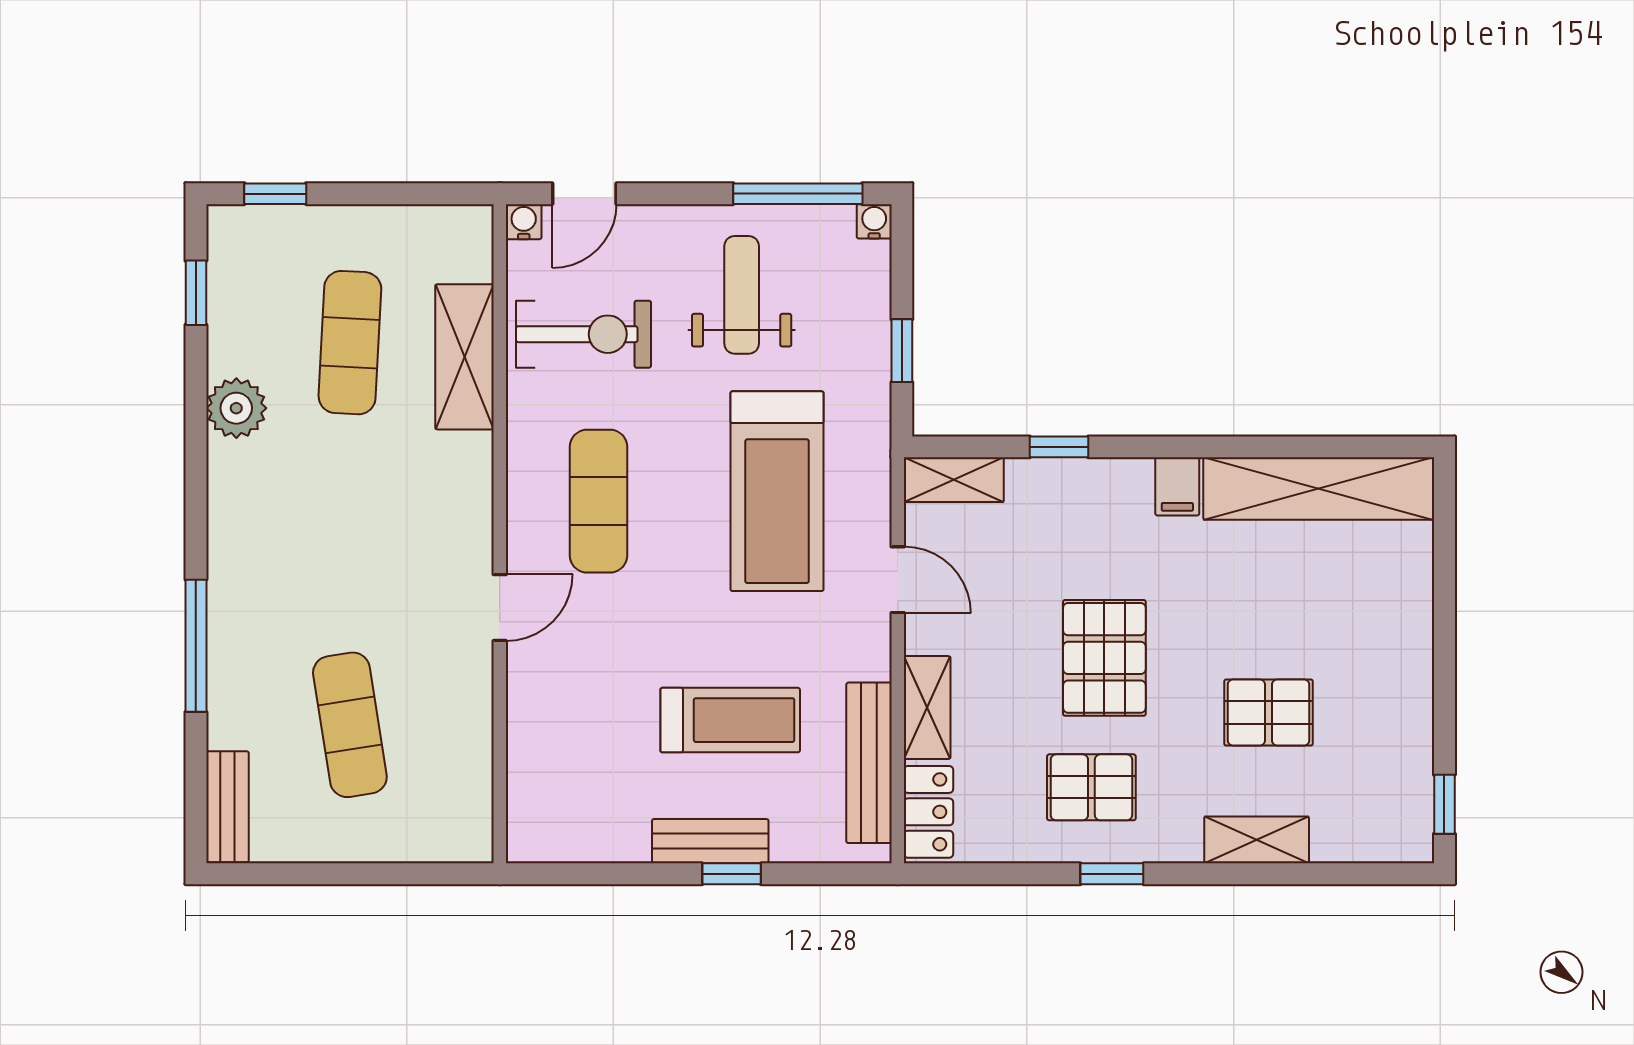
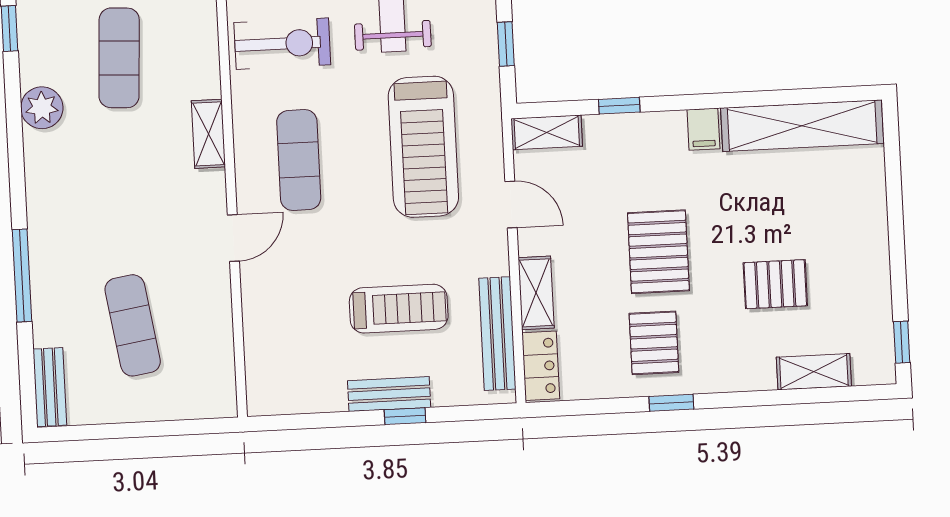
shelving: (464, 357) -> (208, 134), moved, width x0.67, depth x0.75
pallet: (1091, 787) -> (654, 343), turned 90
shelving: (1257, 840) -> (814, 372), moved

